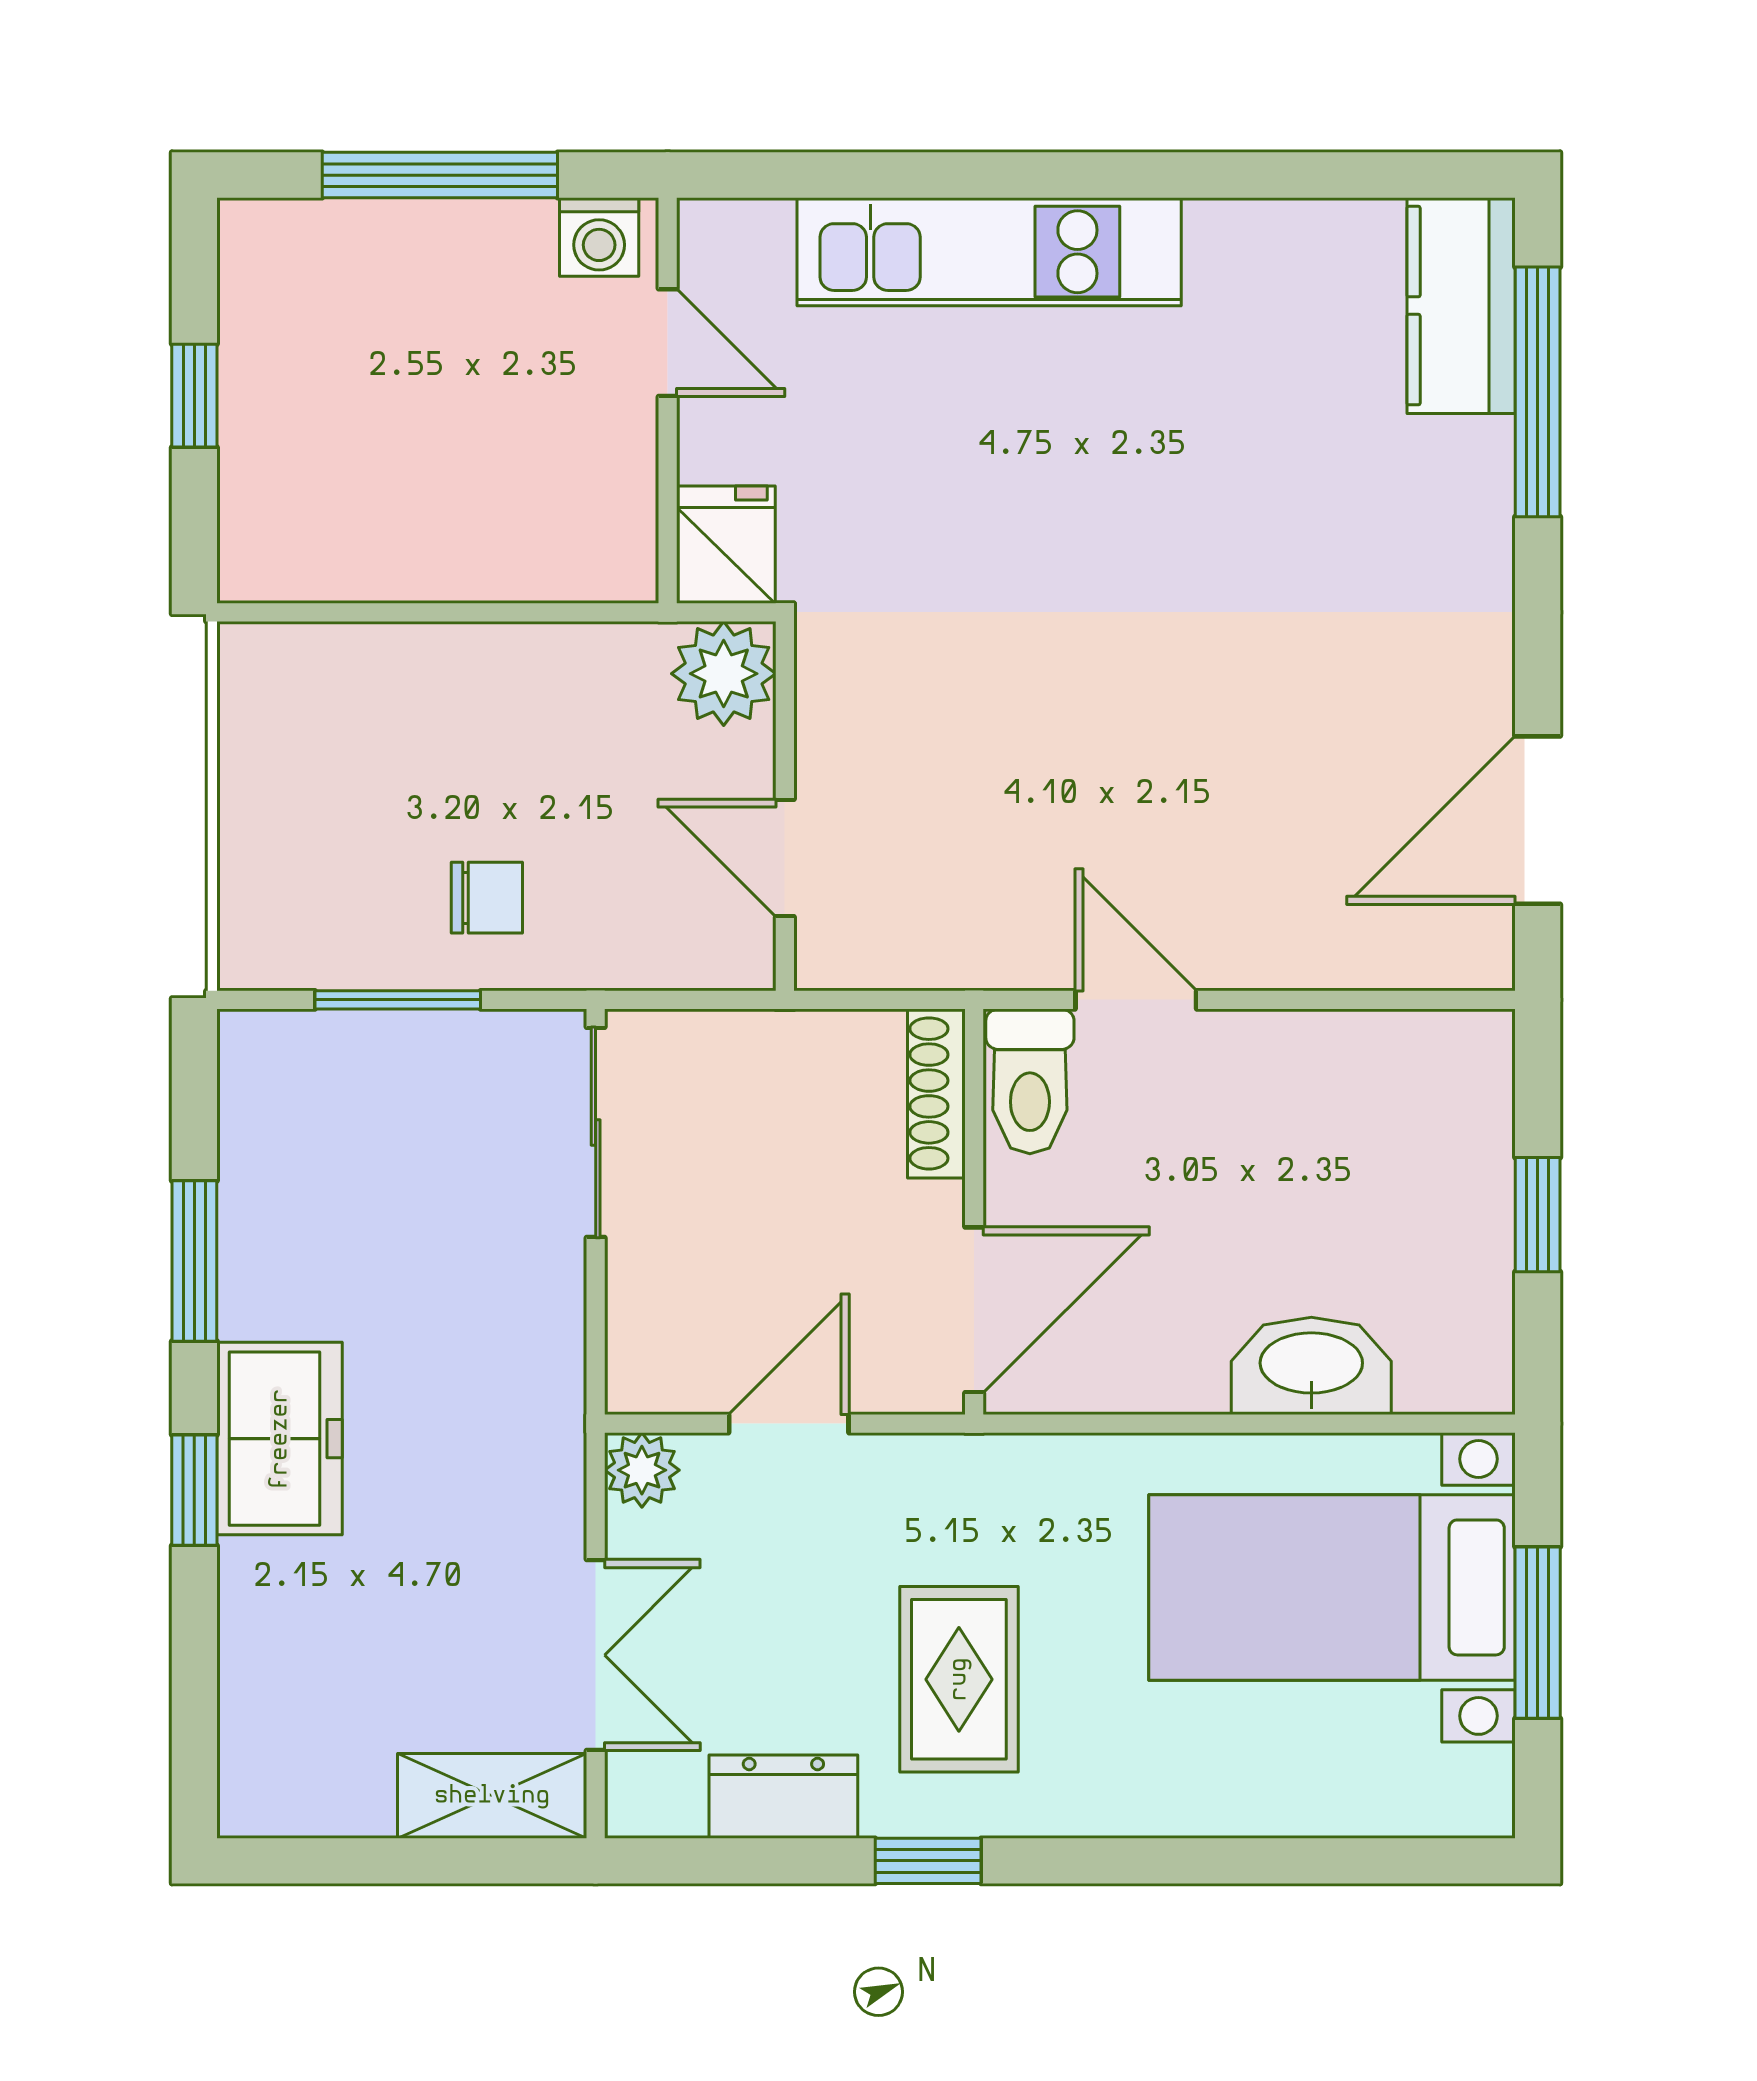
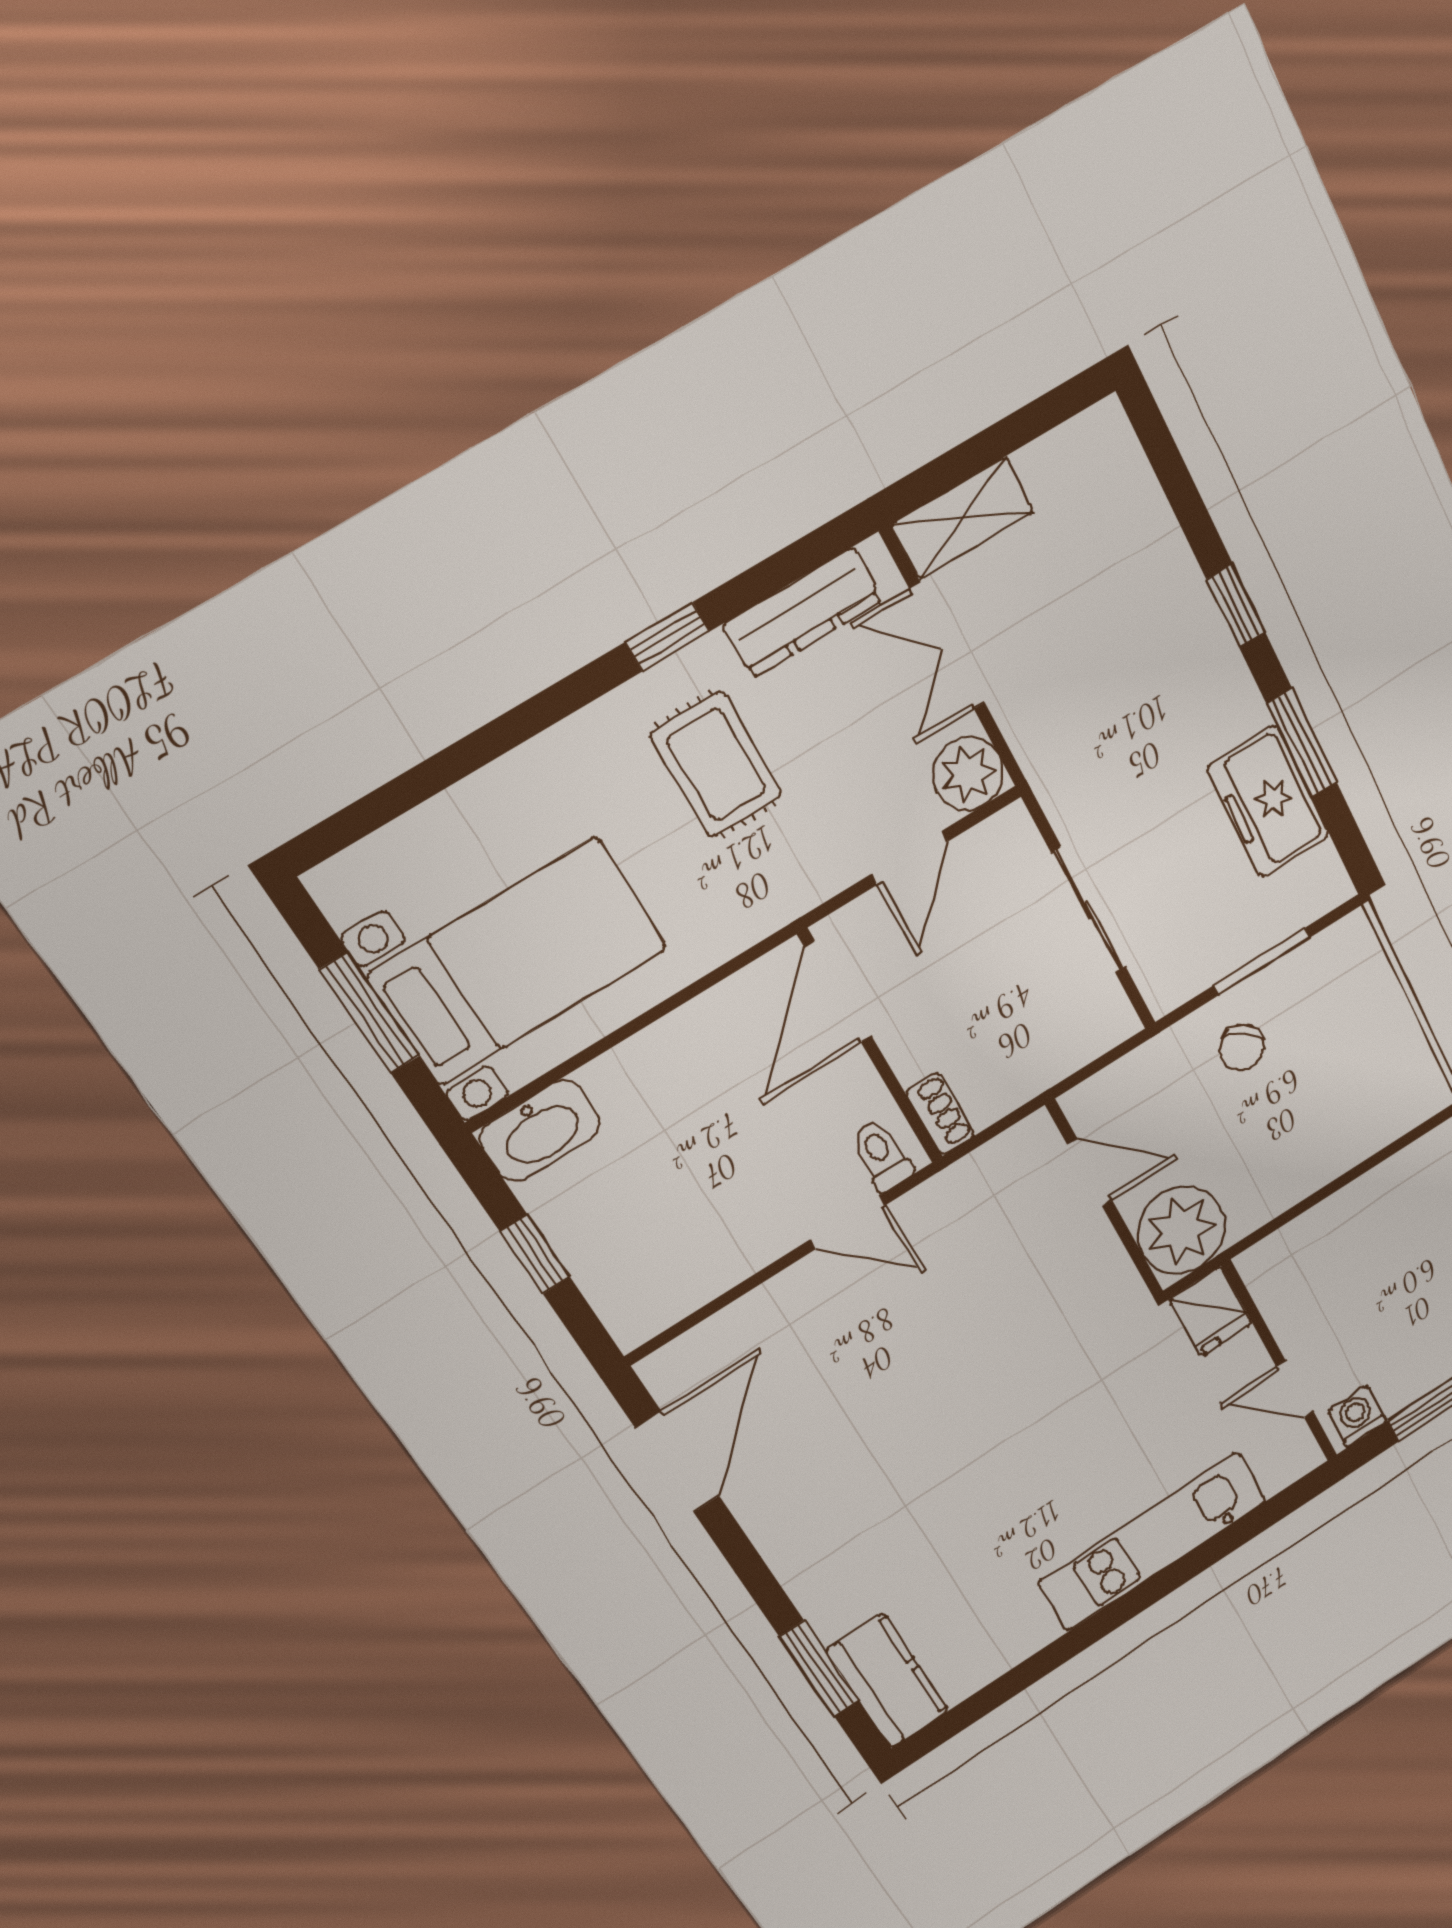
window: (1538, 392) -> (819, 1668), width x0.69
plant: (724, 674) -> (1181, 1230), width x1.36, depth x1.36
chair: (487, 898) -> (1242, 1048), turned -56
toilet: (1030, 1081) -> (882, 1155), width x0.73, depth x0.72
shoe rack: (936, 1093) -> (940, 1114), width x0.70
sliding door: (596, 1132) -> (1089, 910), moved
washbasin: (1311, 1366) -> (540, 1131), moved
freezer: (280, 1439) -> (1268, 802), moved
plant: (642, 1470) -> (968, 774), width x1.38, depth x1.38
dresser: (783, 1797) -> (803, 613), width x1.44

